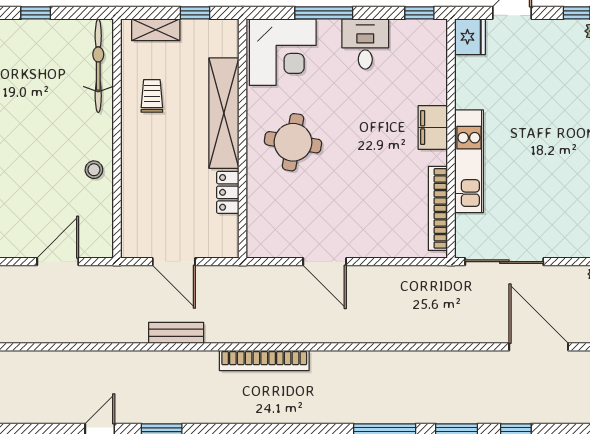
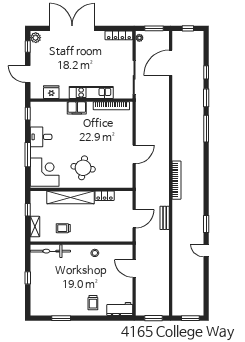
fridge: (470, 37) -> (51, 92), moved

